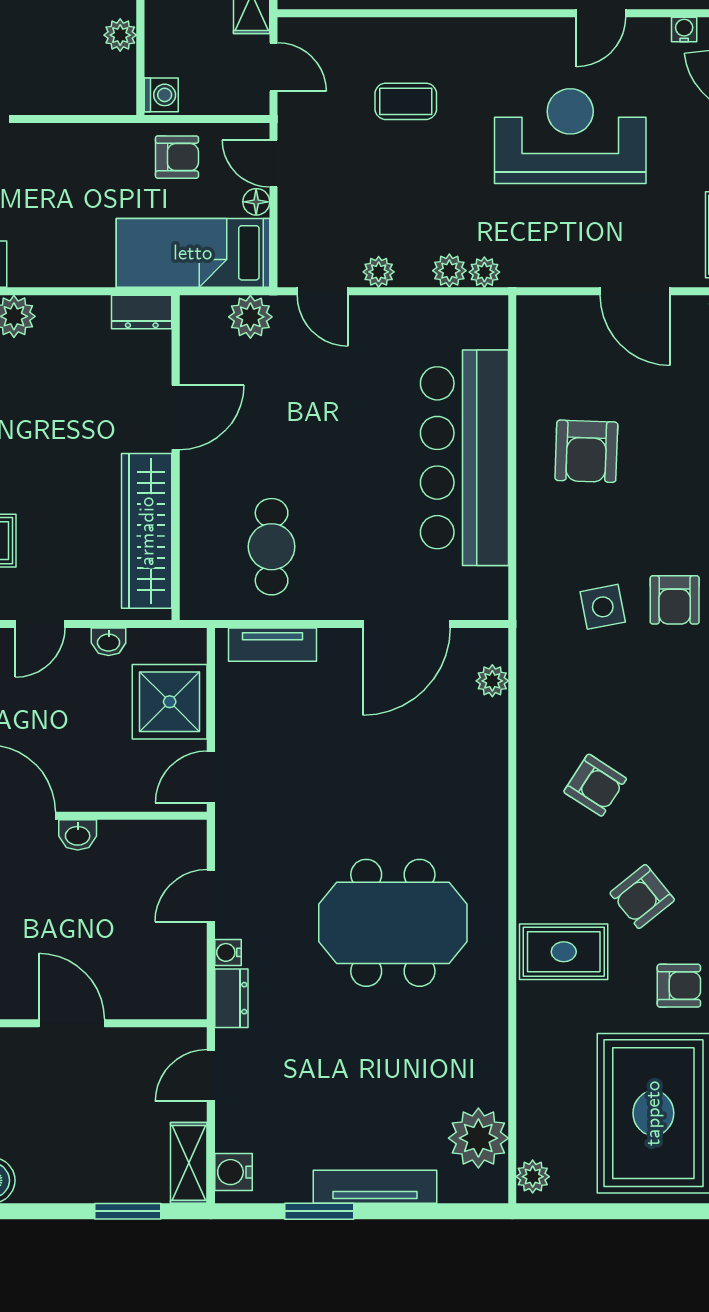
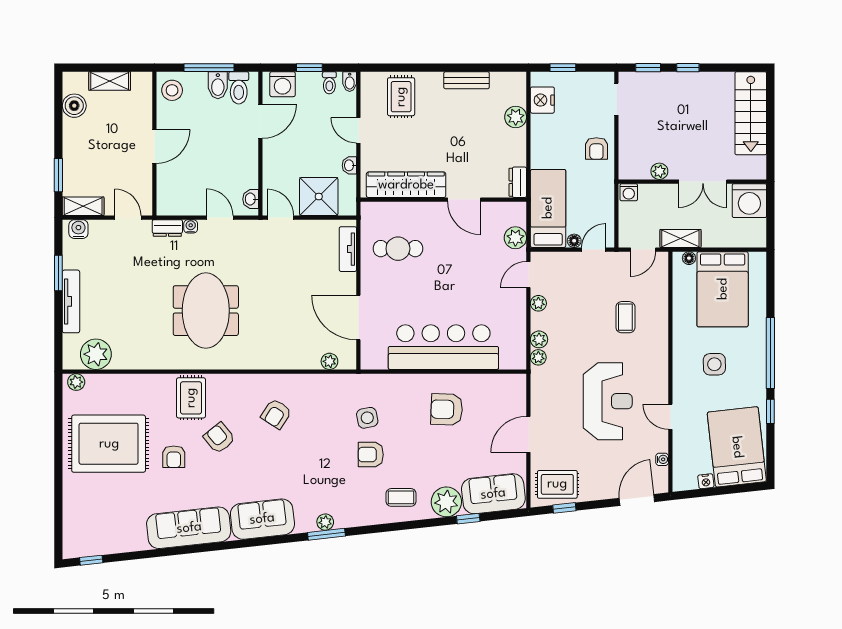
armchair: (177, 157) -> (596, 148), moved
washbasin: (78, 835) -> (251, 199), moved

